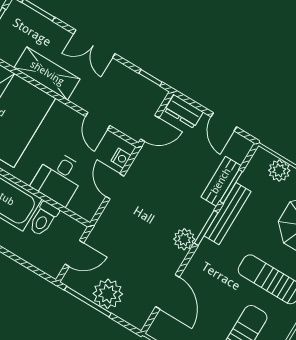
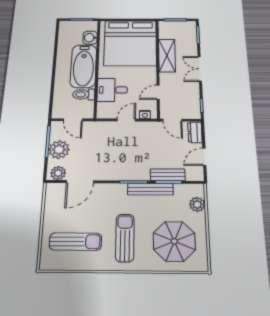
plant: (184, 239) -> (58, 173), moved

